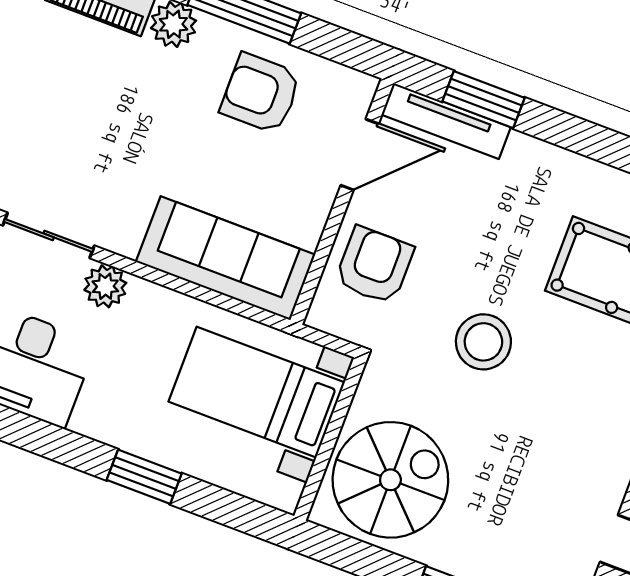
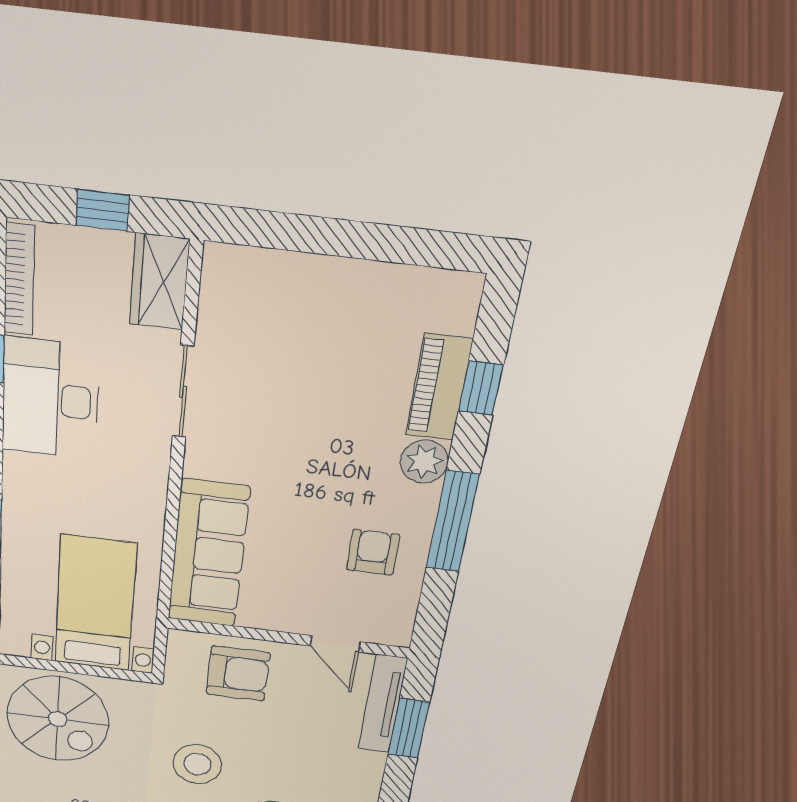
armchair: (261, 93) -> (373, 552), width x0.72, depth x0.72
door: (360, 154) -> (335, 644), width x0.73
plant: (105, 286) -> (150, 455), removed

